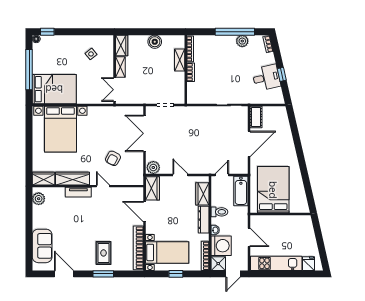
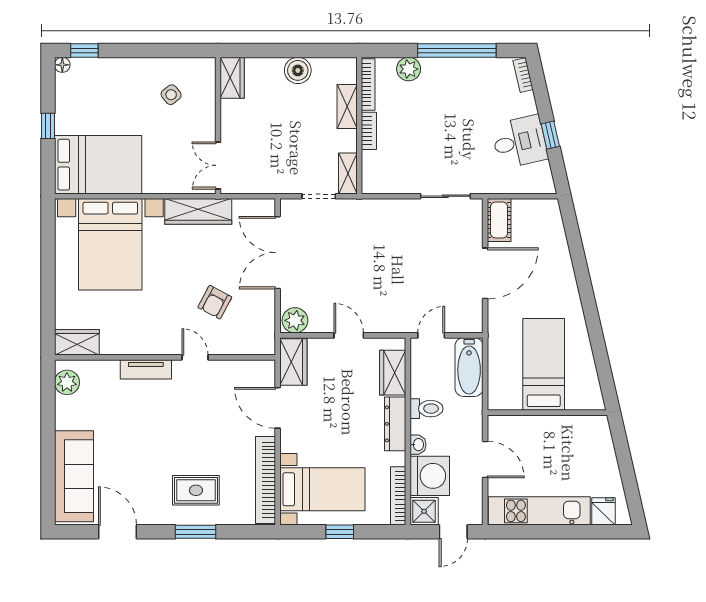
plant: (242, 41) -> (409, 69), moved
shelving: (120, 67) -> (348, 173), moved
window: (29, 70) -> (48, 126), width x0.32
wardrobe: (72, 179) -> (198, 211), moved, turned 180
bed: (273, 190) -> (544, 364), width x0.67
sofa: (42, 246) -> (74, 476), width x1.36
rug: (103, 253) -> (196, 490), turned 90

